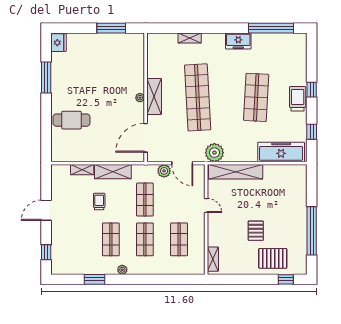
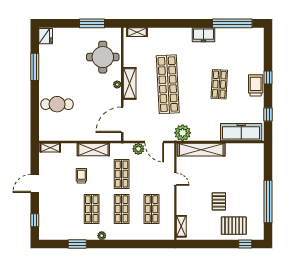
shelving: (190, 38) -> (137, 32), moved
round table: (124, 66) -> (103, 57), added
shop shelf: (256, 97) -> (219, 84), width x0.70, depth x0.74
shelving: (82, 170) -> (50, 148), moved

